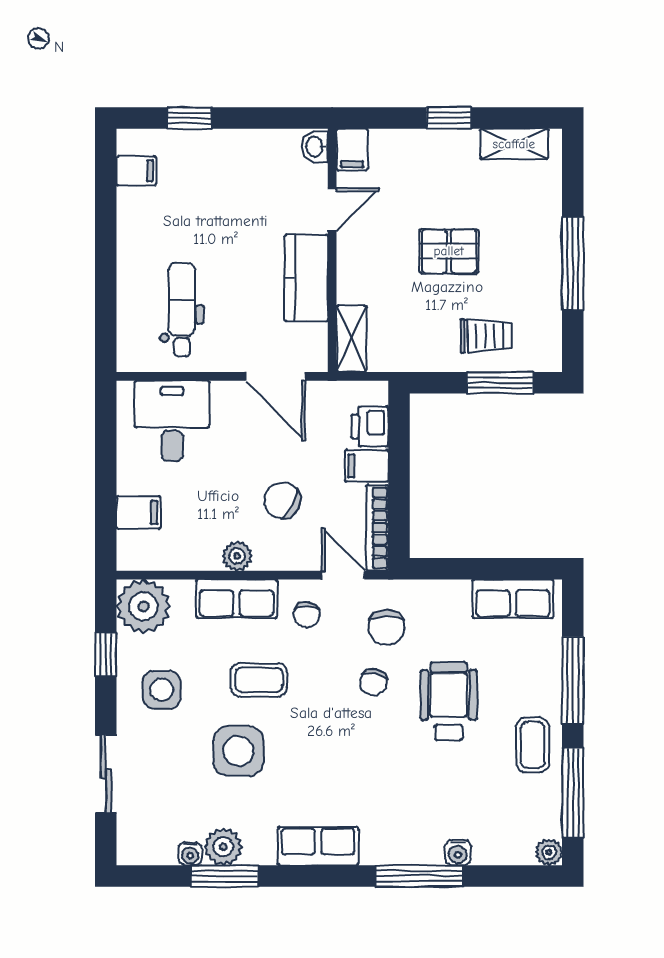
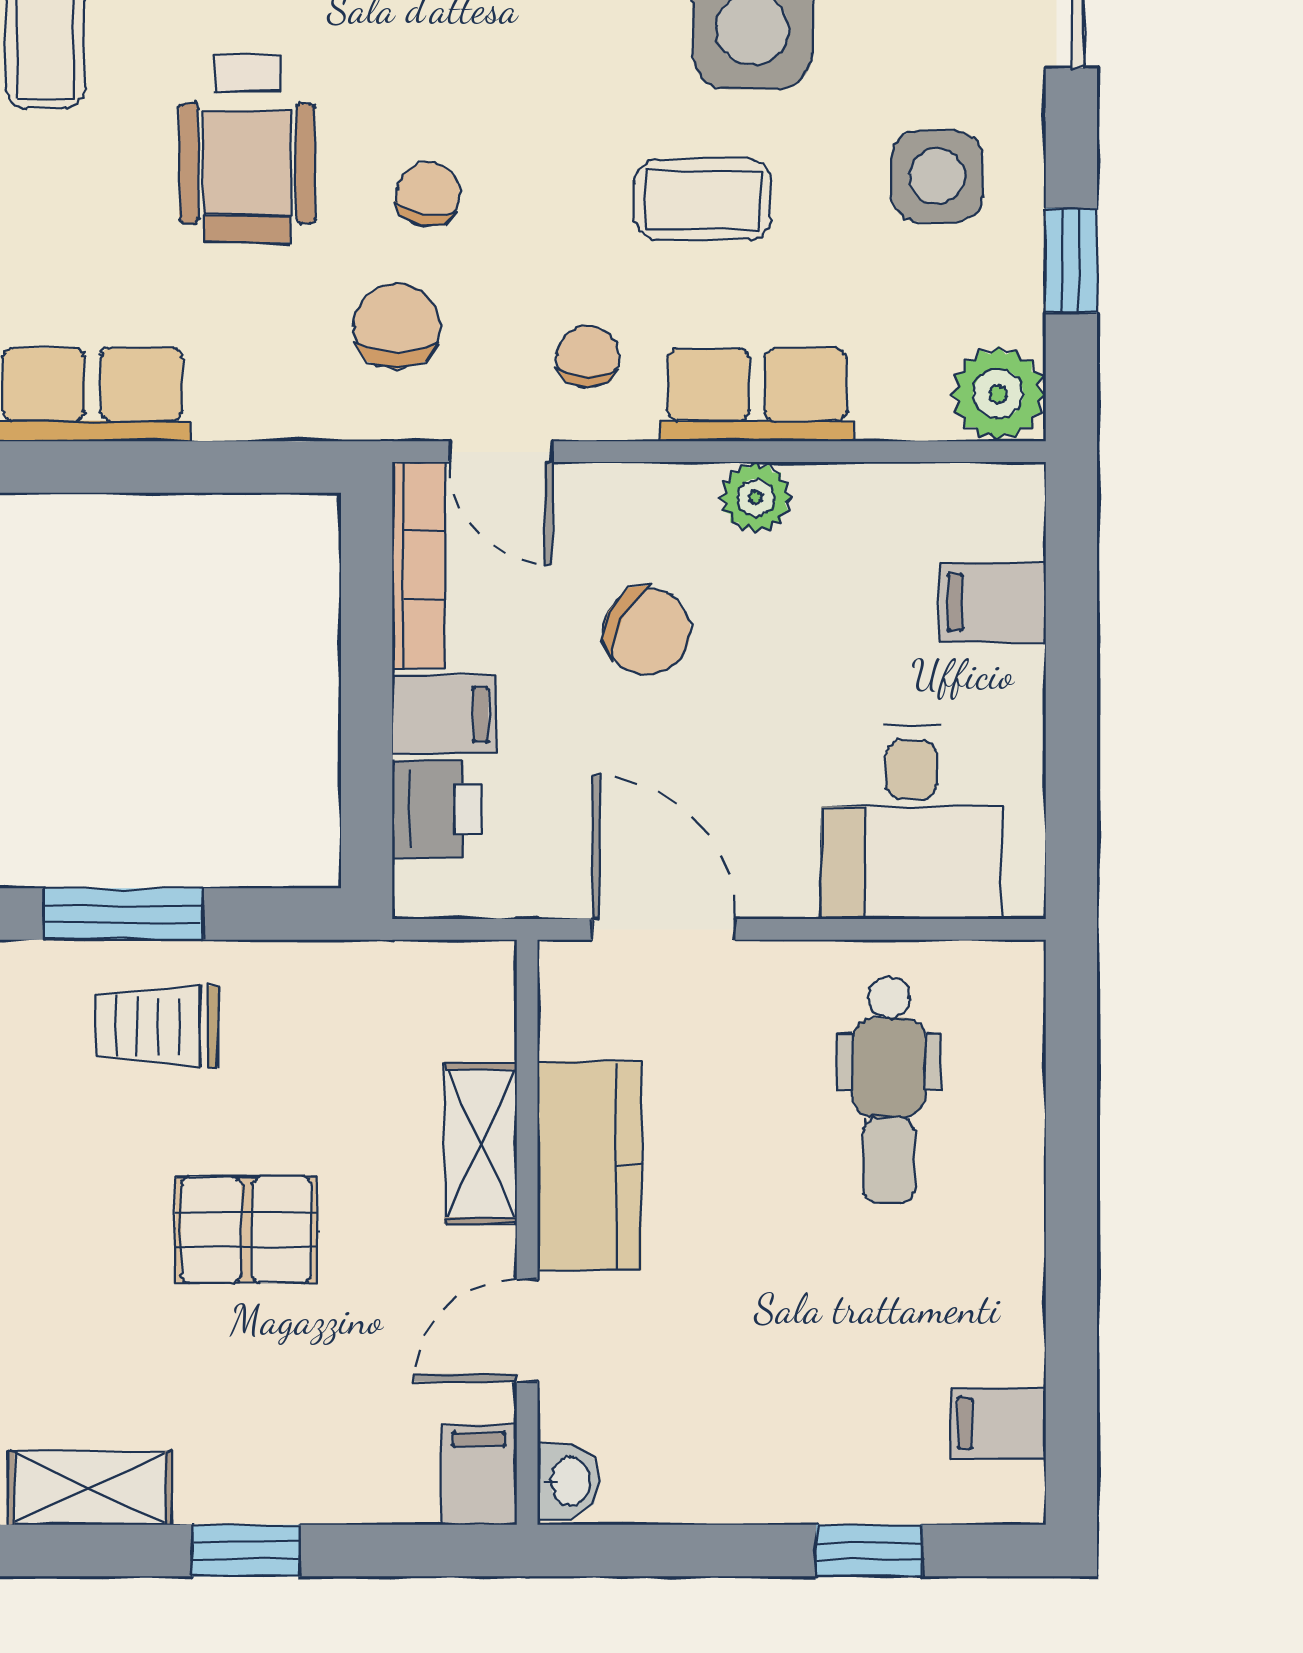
shelving: (351, 339) -> (481, 1143), moved
plant: (143, 606) -> (998, 394), width x0.73, depth x0.73

